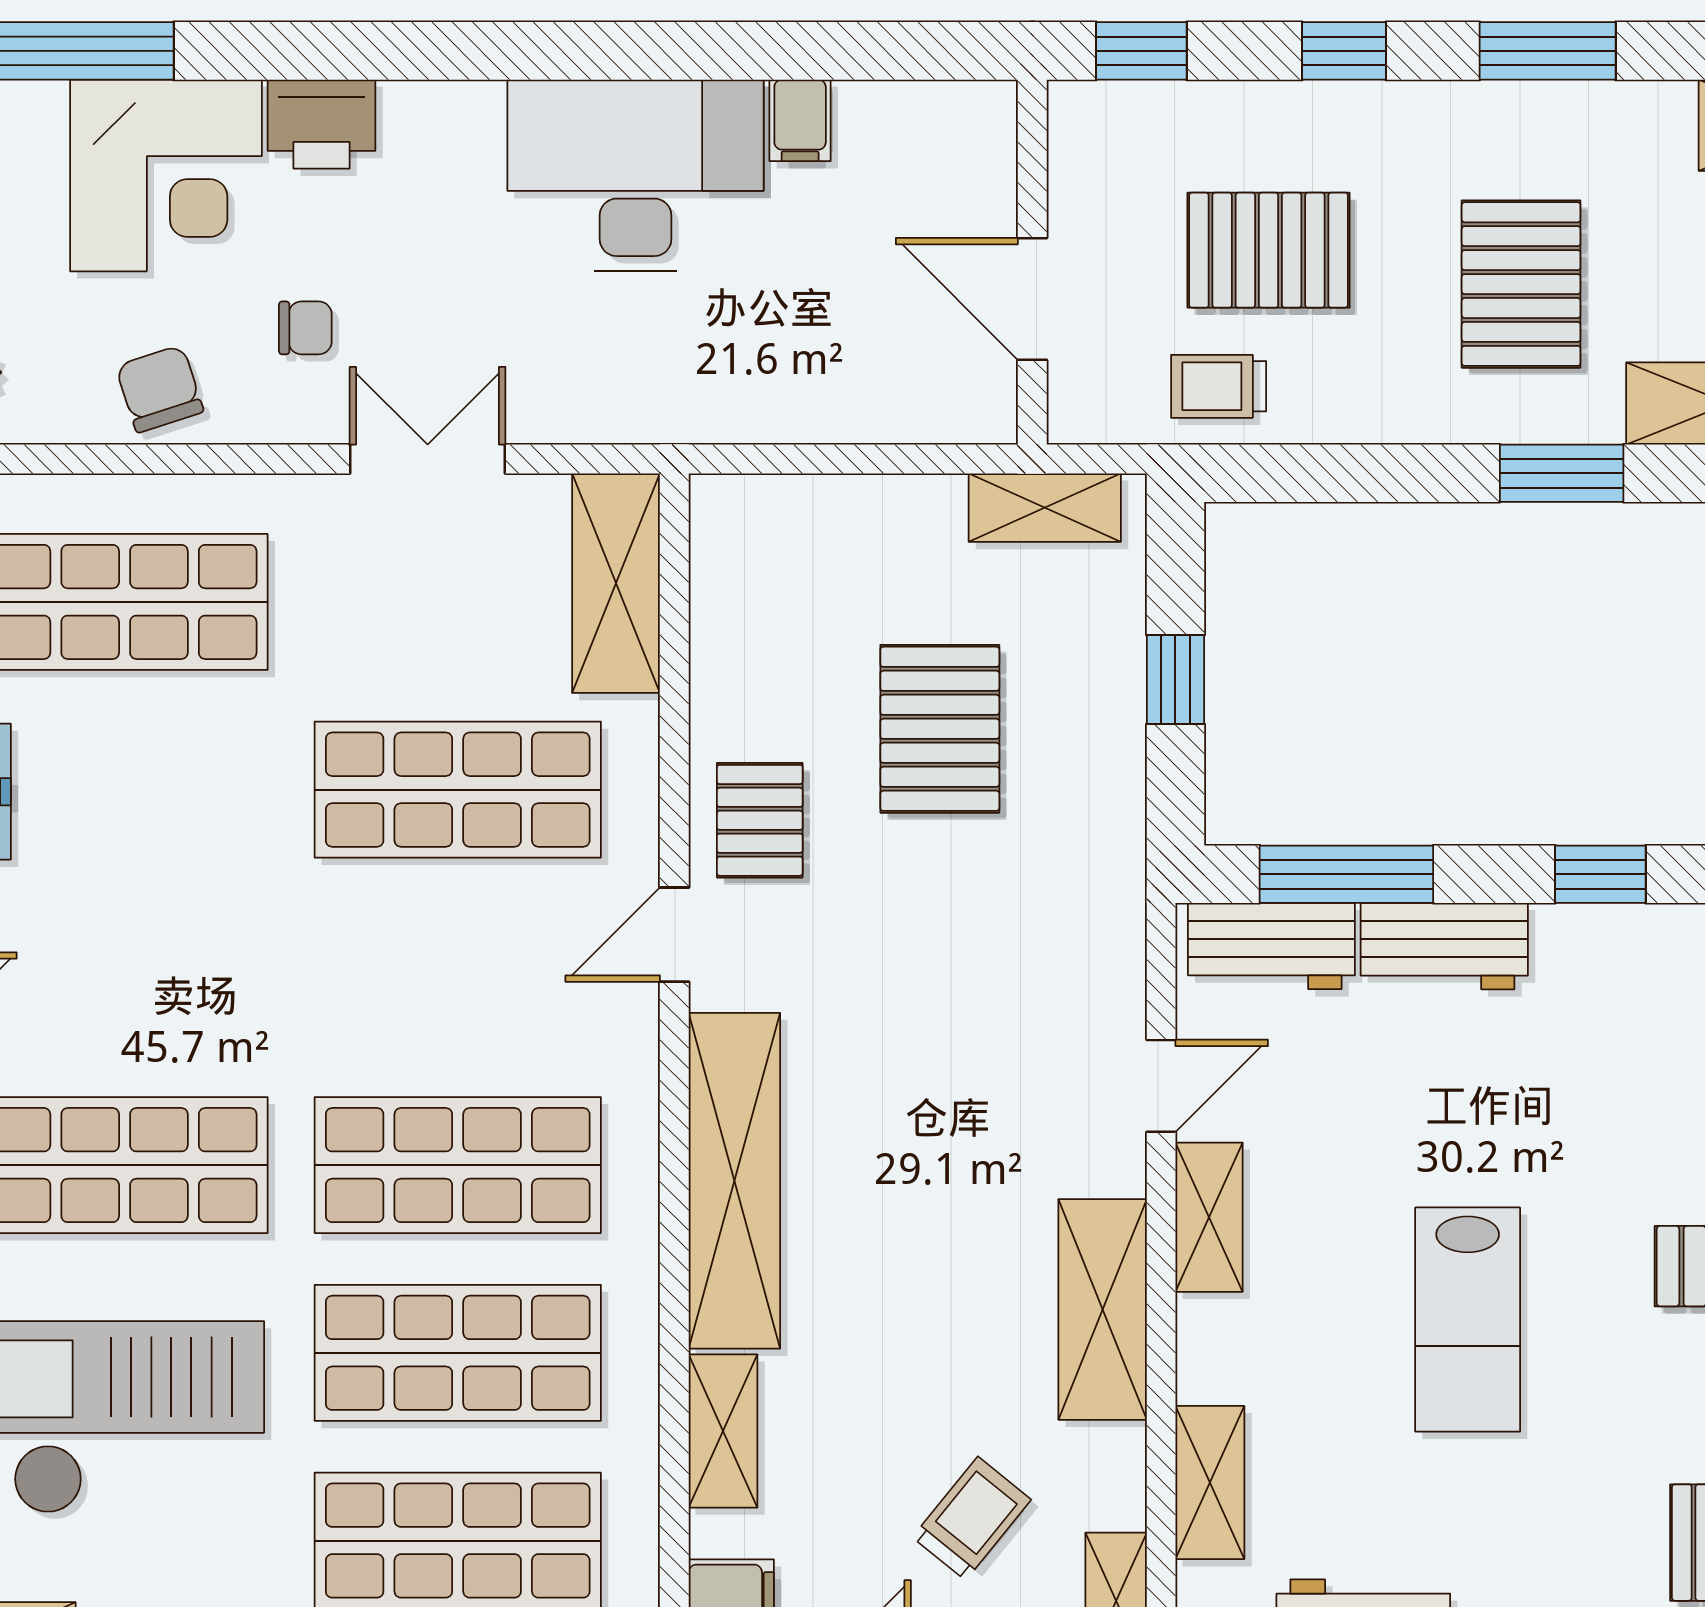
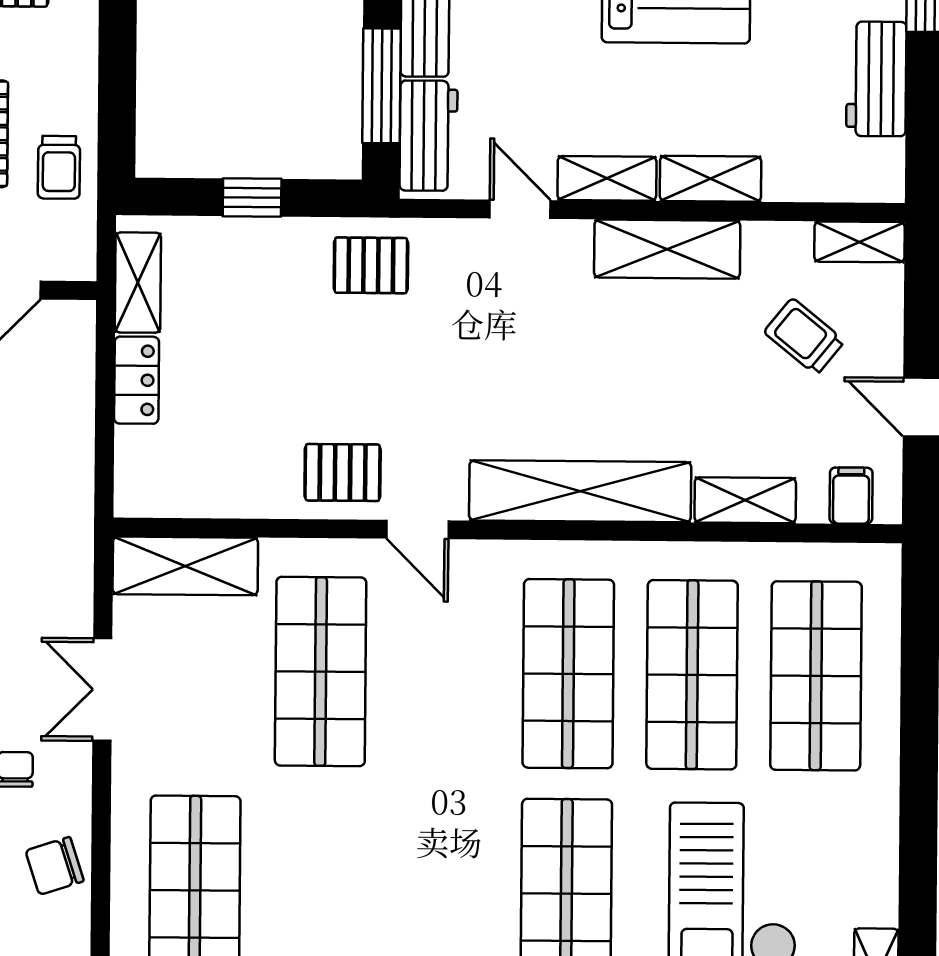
locker: (897, 507) -> (137, 380), added
pallet: (940, 729) -> (371, 265), moved, width x0.67, depth x0.71
shelving: (1210, 1483) -> (710, 179), moved

